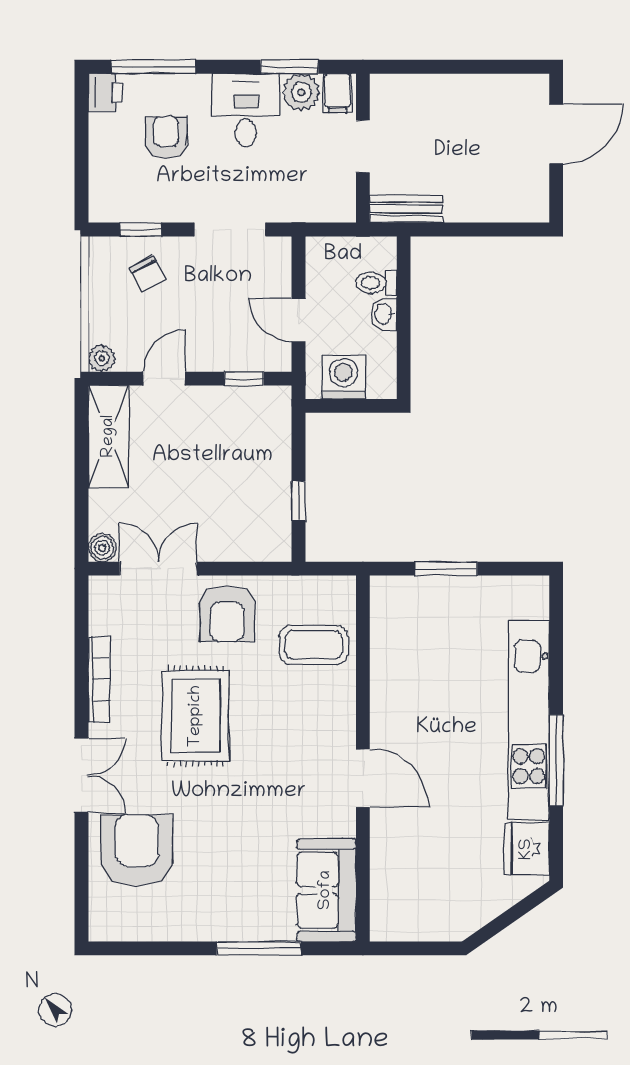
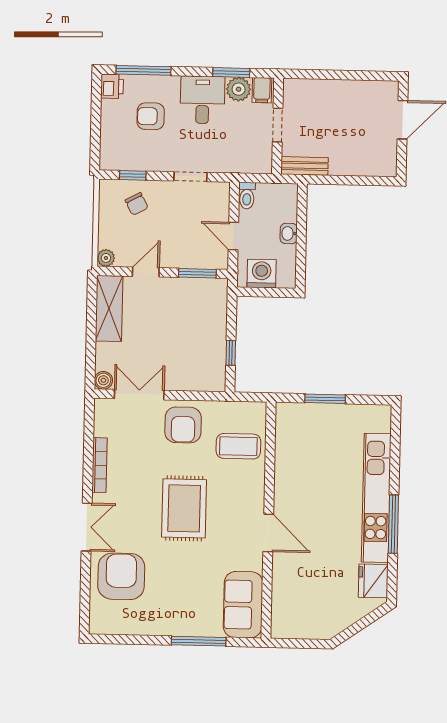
armchair: (166, 137) -> (151, 116), turned -90
doorway: (230, 229) -> (190, 177), width x0.73
toilet: (376, 283) -> (247, 196), moved, turned -90
window: (244, 379) -> (197, 273), width x1.50
rug: (196, 716) -> (184, 508), moved

